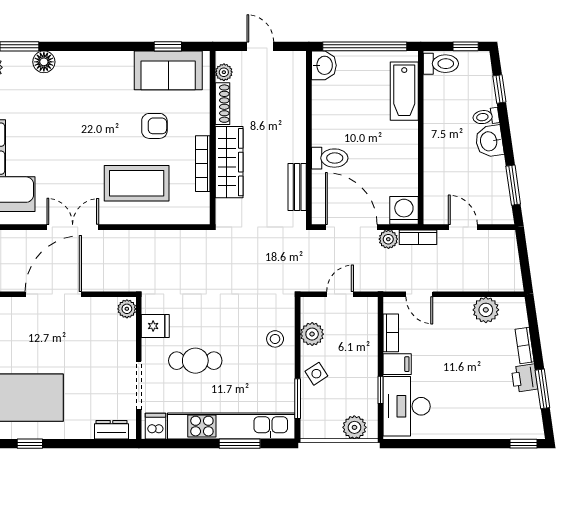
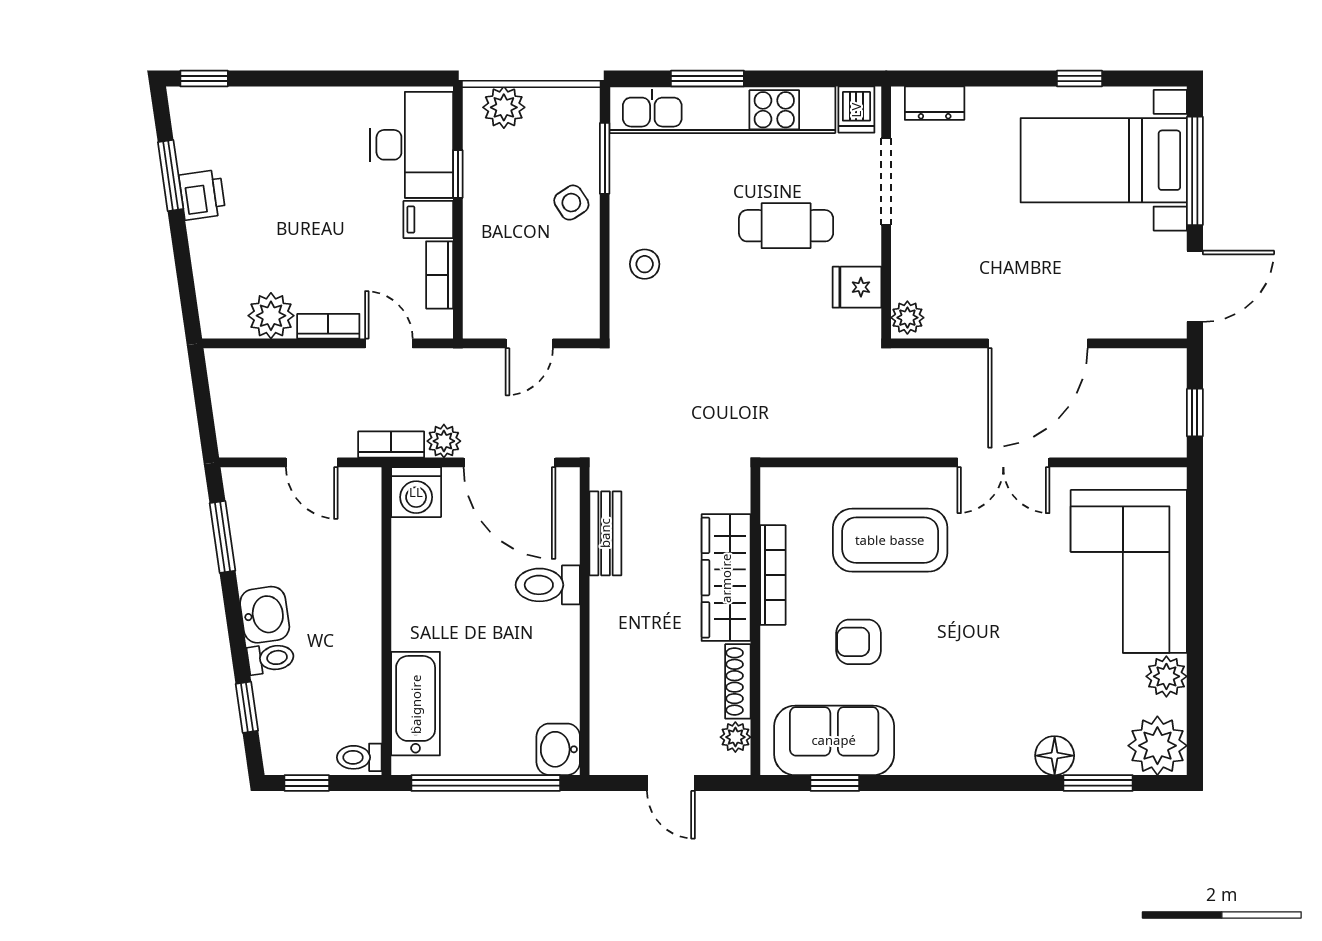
toilet: (441, 64) -> (359, 757), width x0.73, depth x0.72
plant: (312, 334) -> (579, 273), removed
bookcase: (525, 346) -> (328, 326), moved, turned -82

